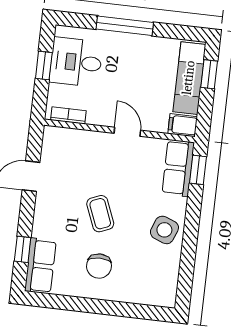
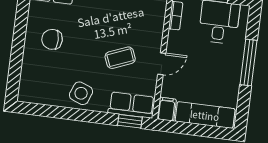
window: (209, 74) -> (208, 131), removed
coffee table: (100, 214) -> (120, 58), moved

